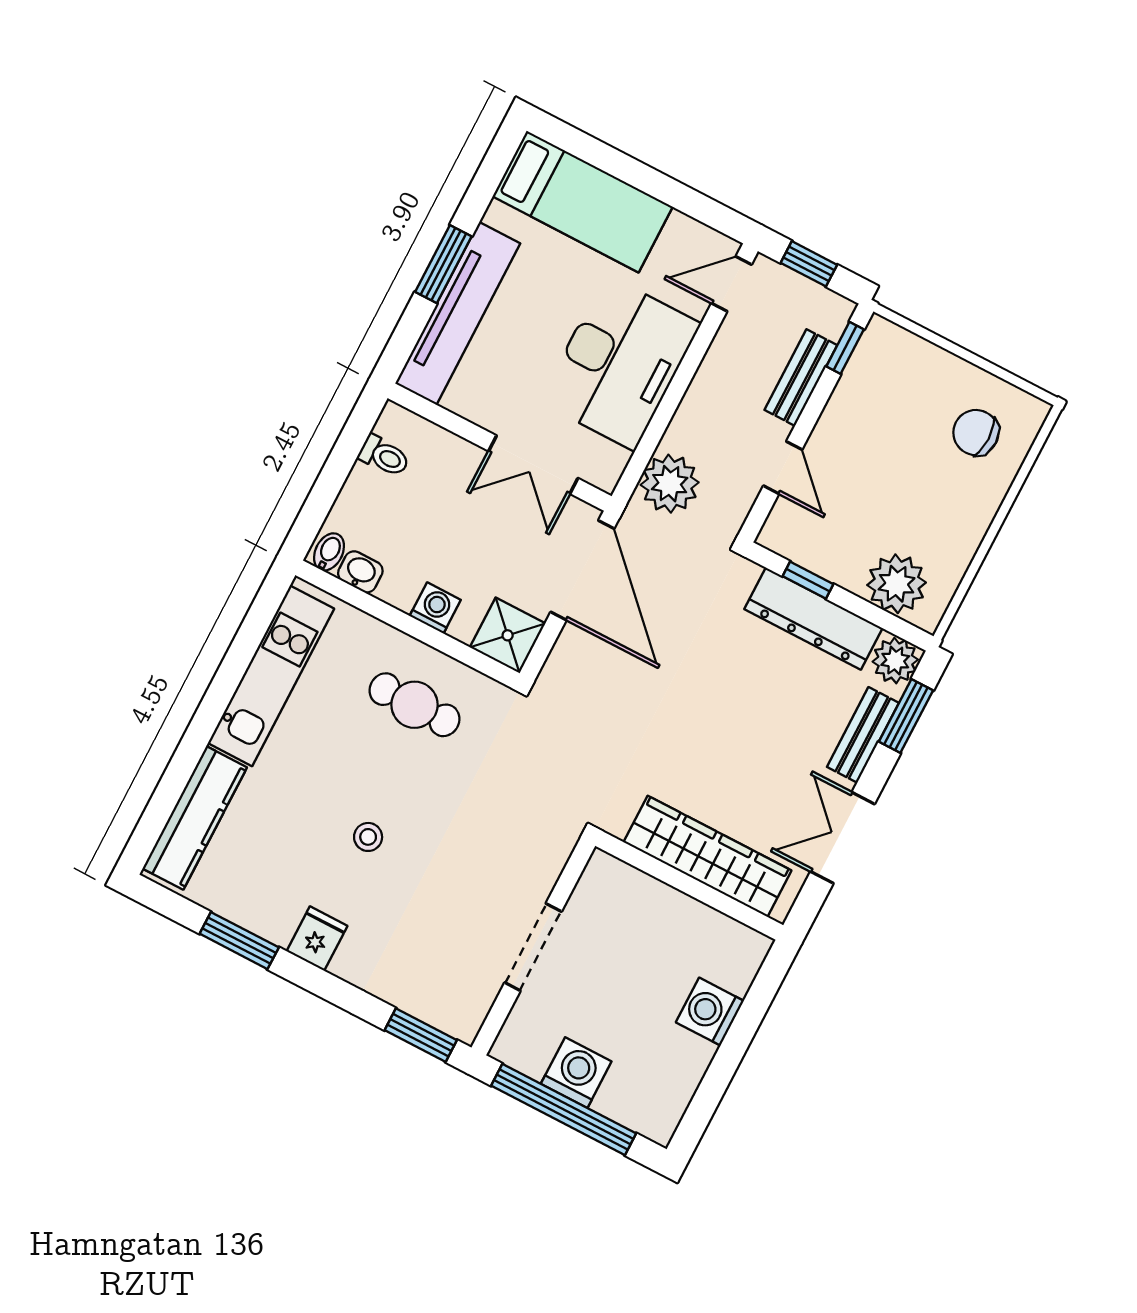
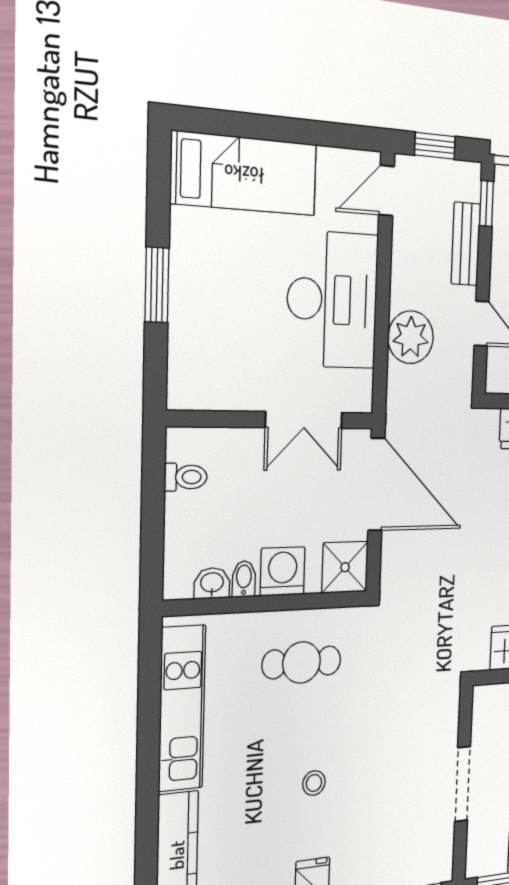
tv unit: (458, 313) -> (189, 323), removed
plant: (670, 484) -> (411, 337), moved
bidet: (329, 552) -> (244, 579), moved
washing machine: (435, 608) -> (283, 571), width x1.38, depth x1.38

